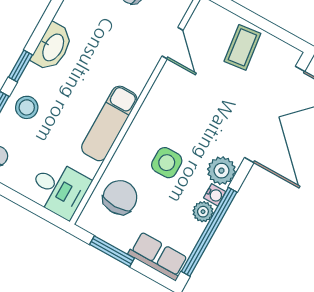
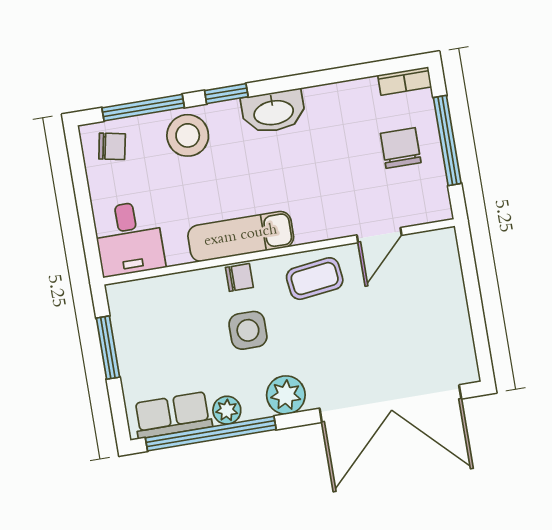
coffee table: (242, 47) -> (315, 279), moved
stool: (27, 107) -> (188, 135), width x1.38, depth x1.38
water cooler: (215, 195) -> (255, 408), removed
chair: (120, 197) -> (239, 277), moved, width x0.54, depth x0.54
row of seats: (158, 256) -> (173, 415), moved, turned -90

